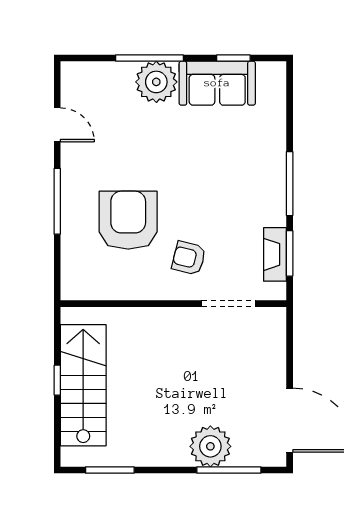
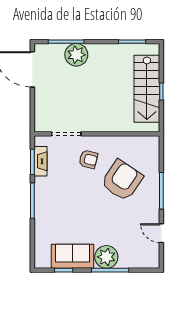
armchair: (128, 220) -> (122, 180), turned -146

